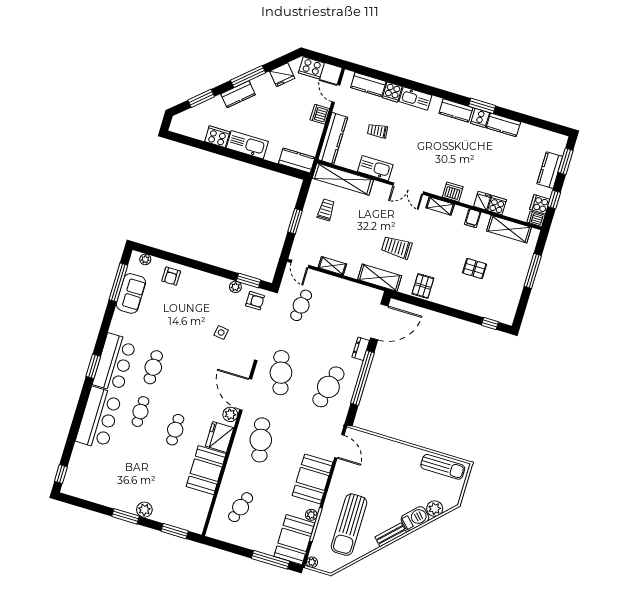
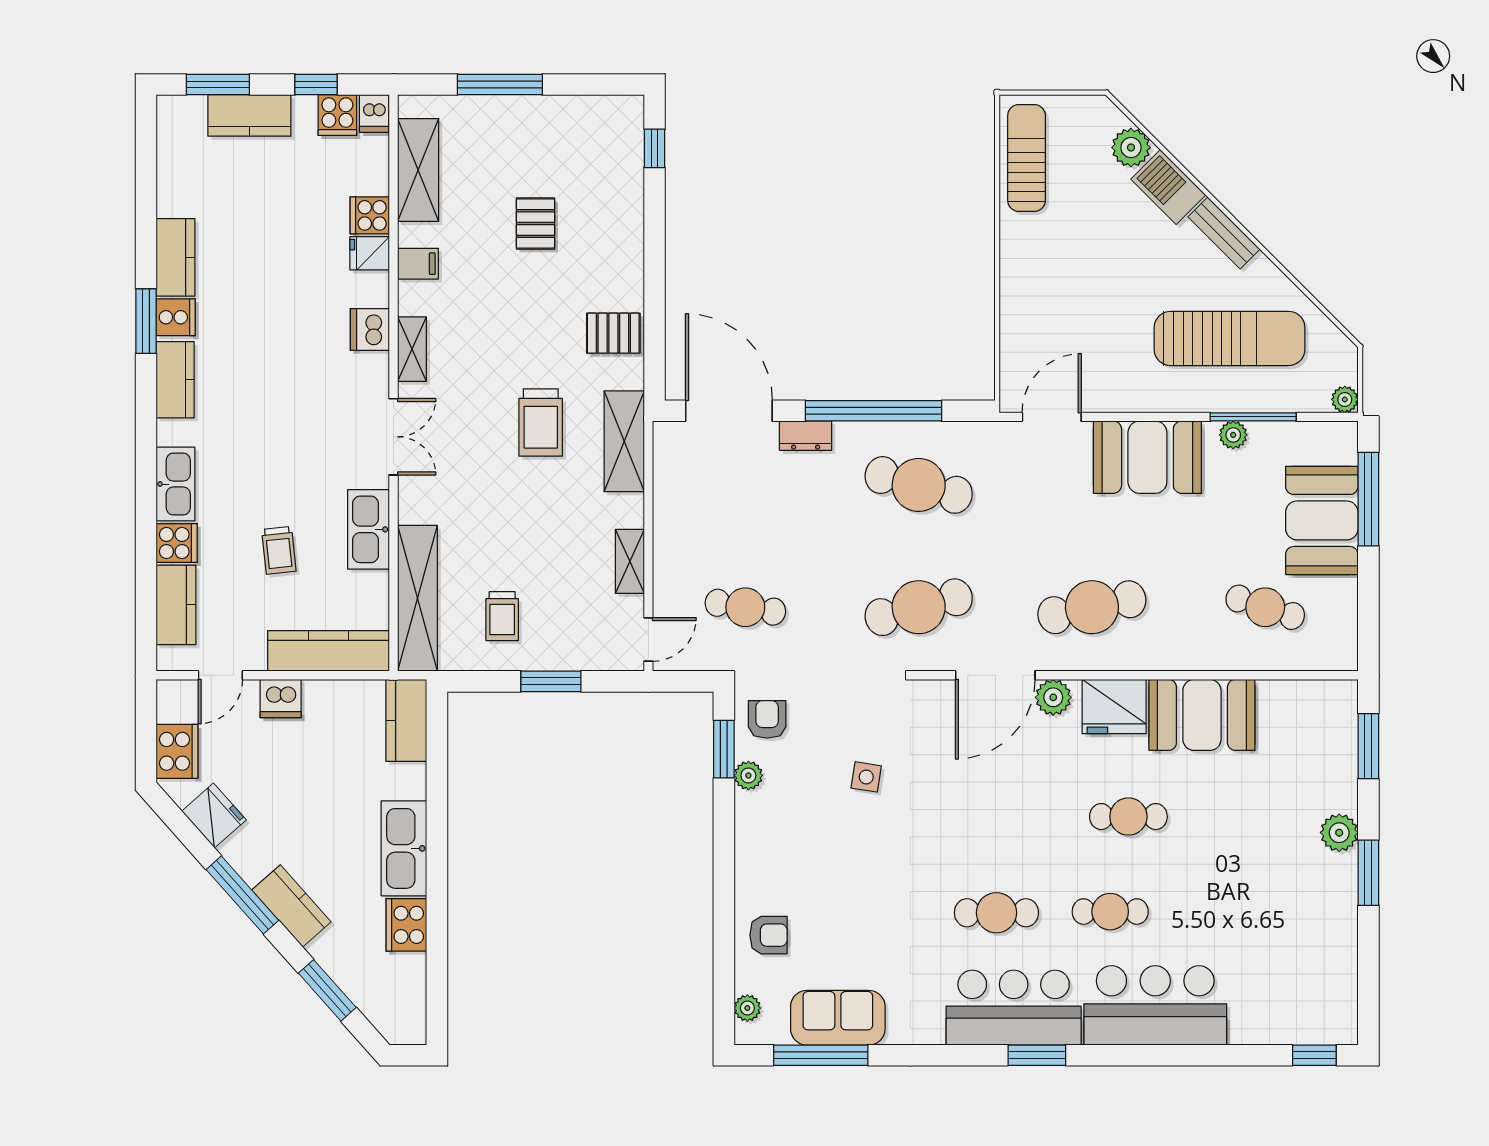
trolley: (326, 210) -> (502, 616), turned -90
booth: (294, 540) -> (1322, 520), moved, turned 90

